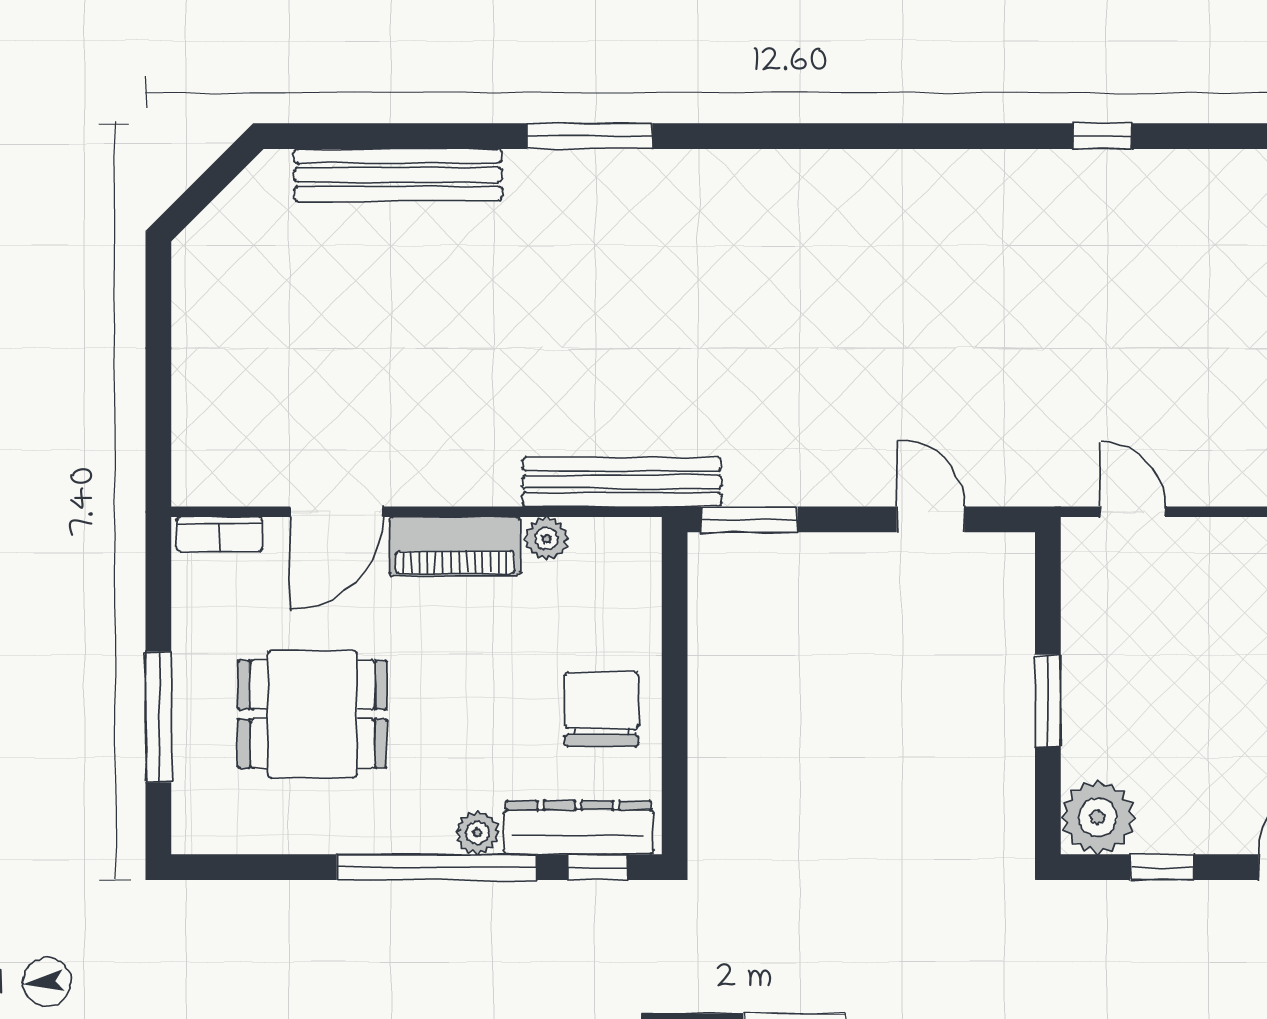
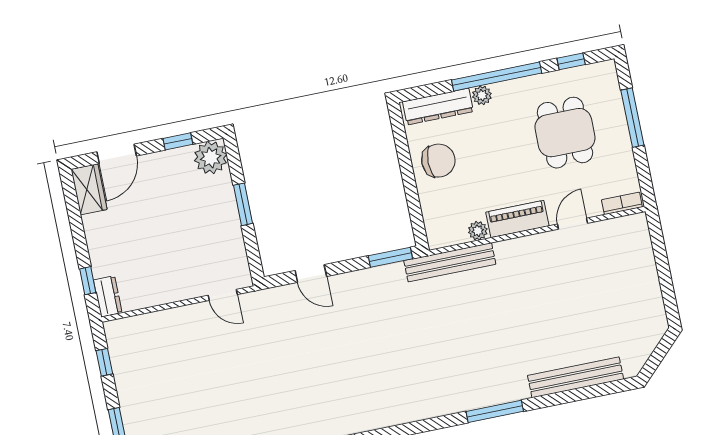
door: (336, 512) -> (573, 224), width x0.73
chair: (601, 709) -> (438, 161), turned -90
dining table: (312, 714) -> (565, 133), turned 90
window: (598, 867) -> (571, 61), moved

